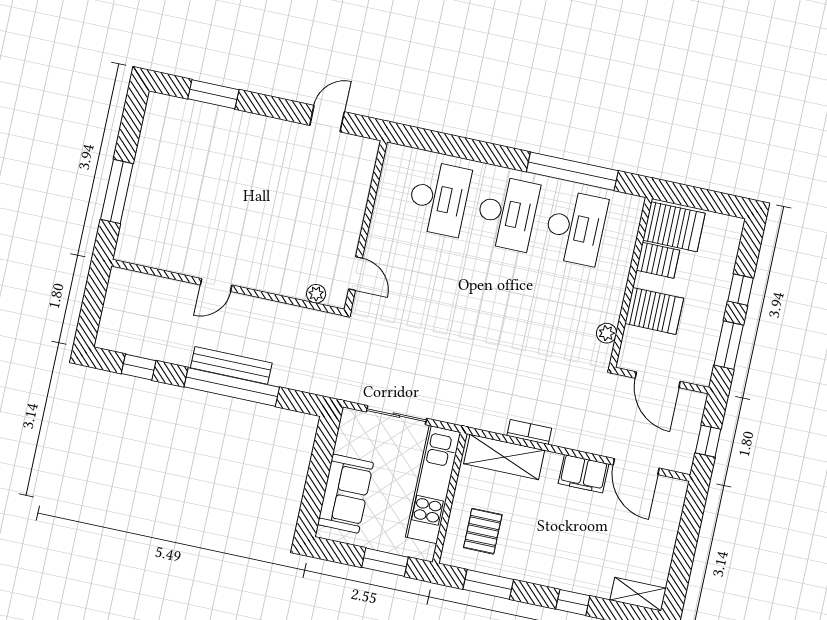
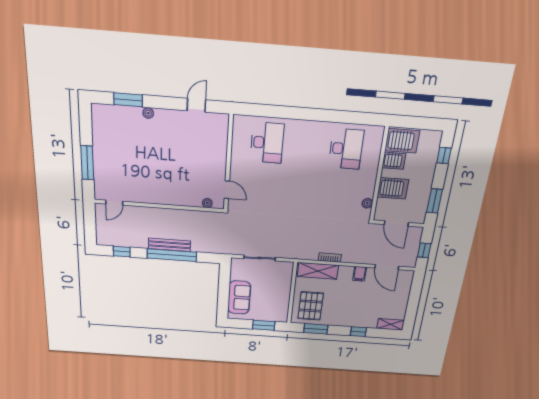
plant: (242, 121) -> (148, 113), added
window: (572, 171) -> (342, 117), removed
desk: (507, 213) -> (307, 146), removed
door: (216, 285) -> (114, 203), moved
window: (740, 290) -> (444, 156), moved
filing cabinet: (584, 474) -> (360, 274), width x0.50
kitchen unit: (433, 485) -> (283, 288), removed
pallet: (483, 531) -> (311, 306), width x1.50, depth x1.42

